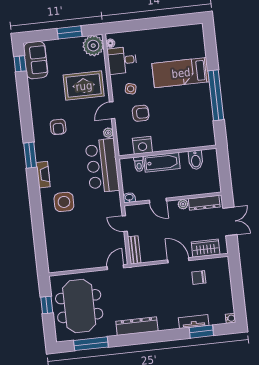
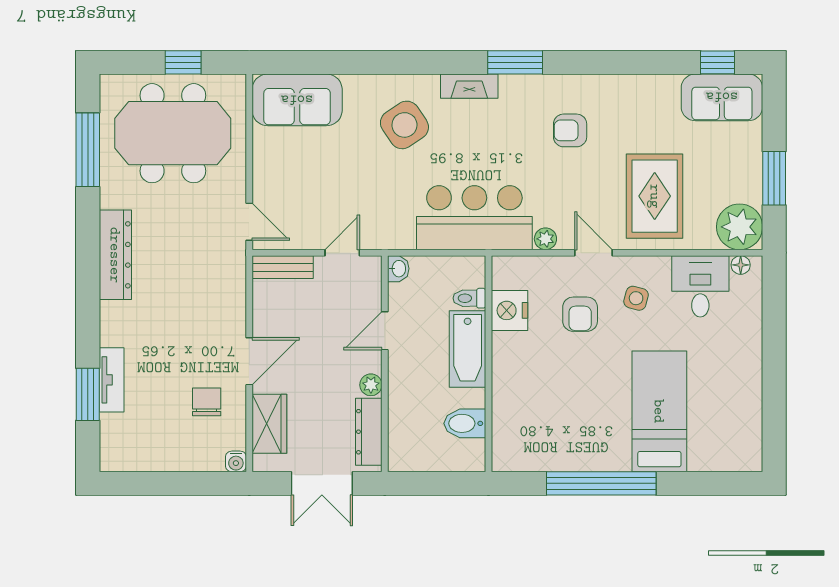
side table: (64, 202) -> (404, 125), turned -35
sofa: (58, 252) -> (297, 100), added
water cooler: (231, 318) -> (236, 461), moved

